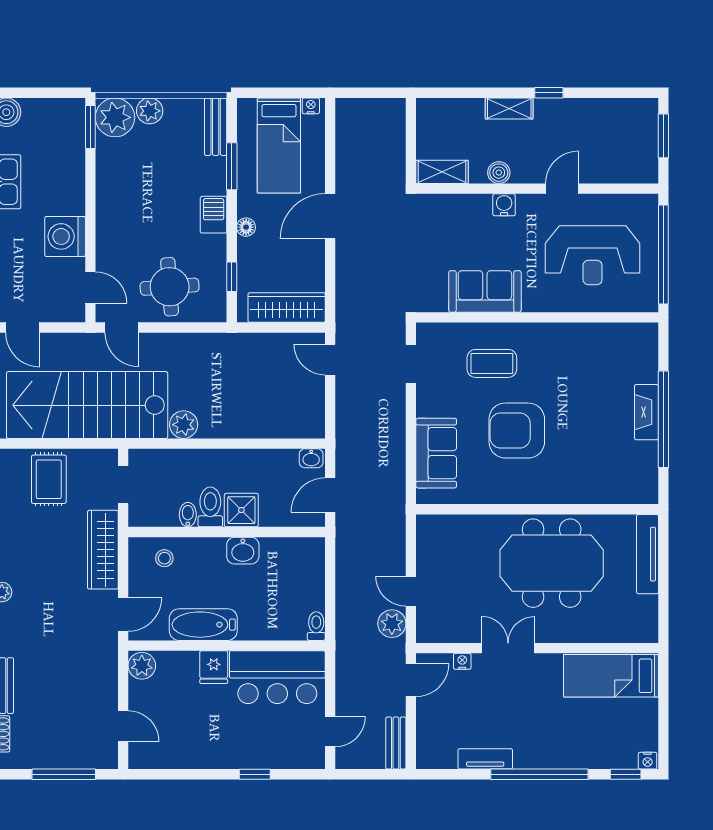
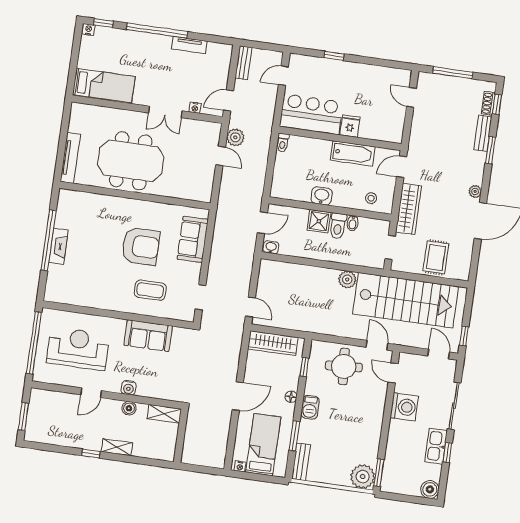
plant: (150, 111) -> (341, 478), removed
plant: (142, 666) -> (395, 133), removed

